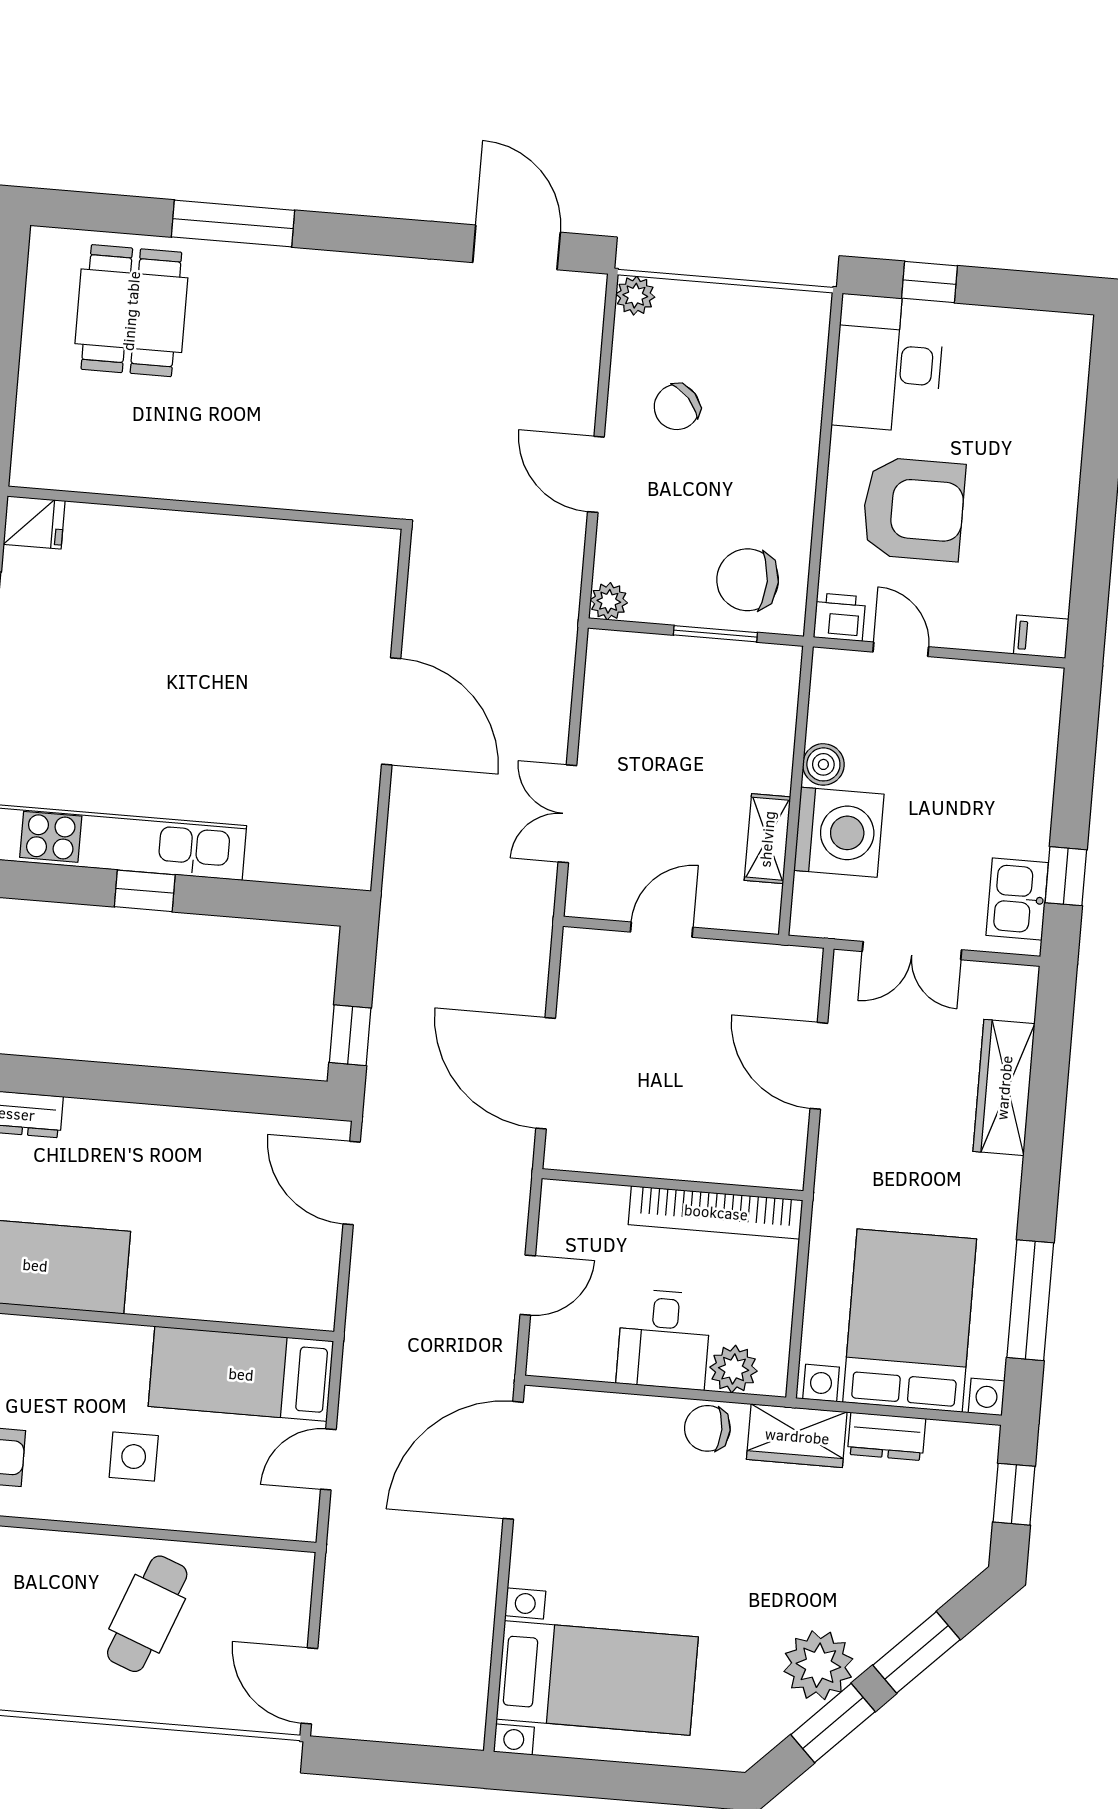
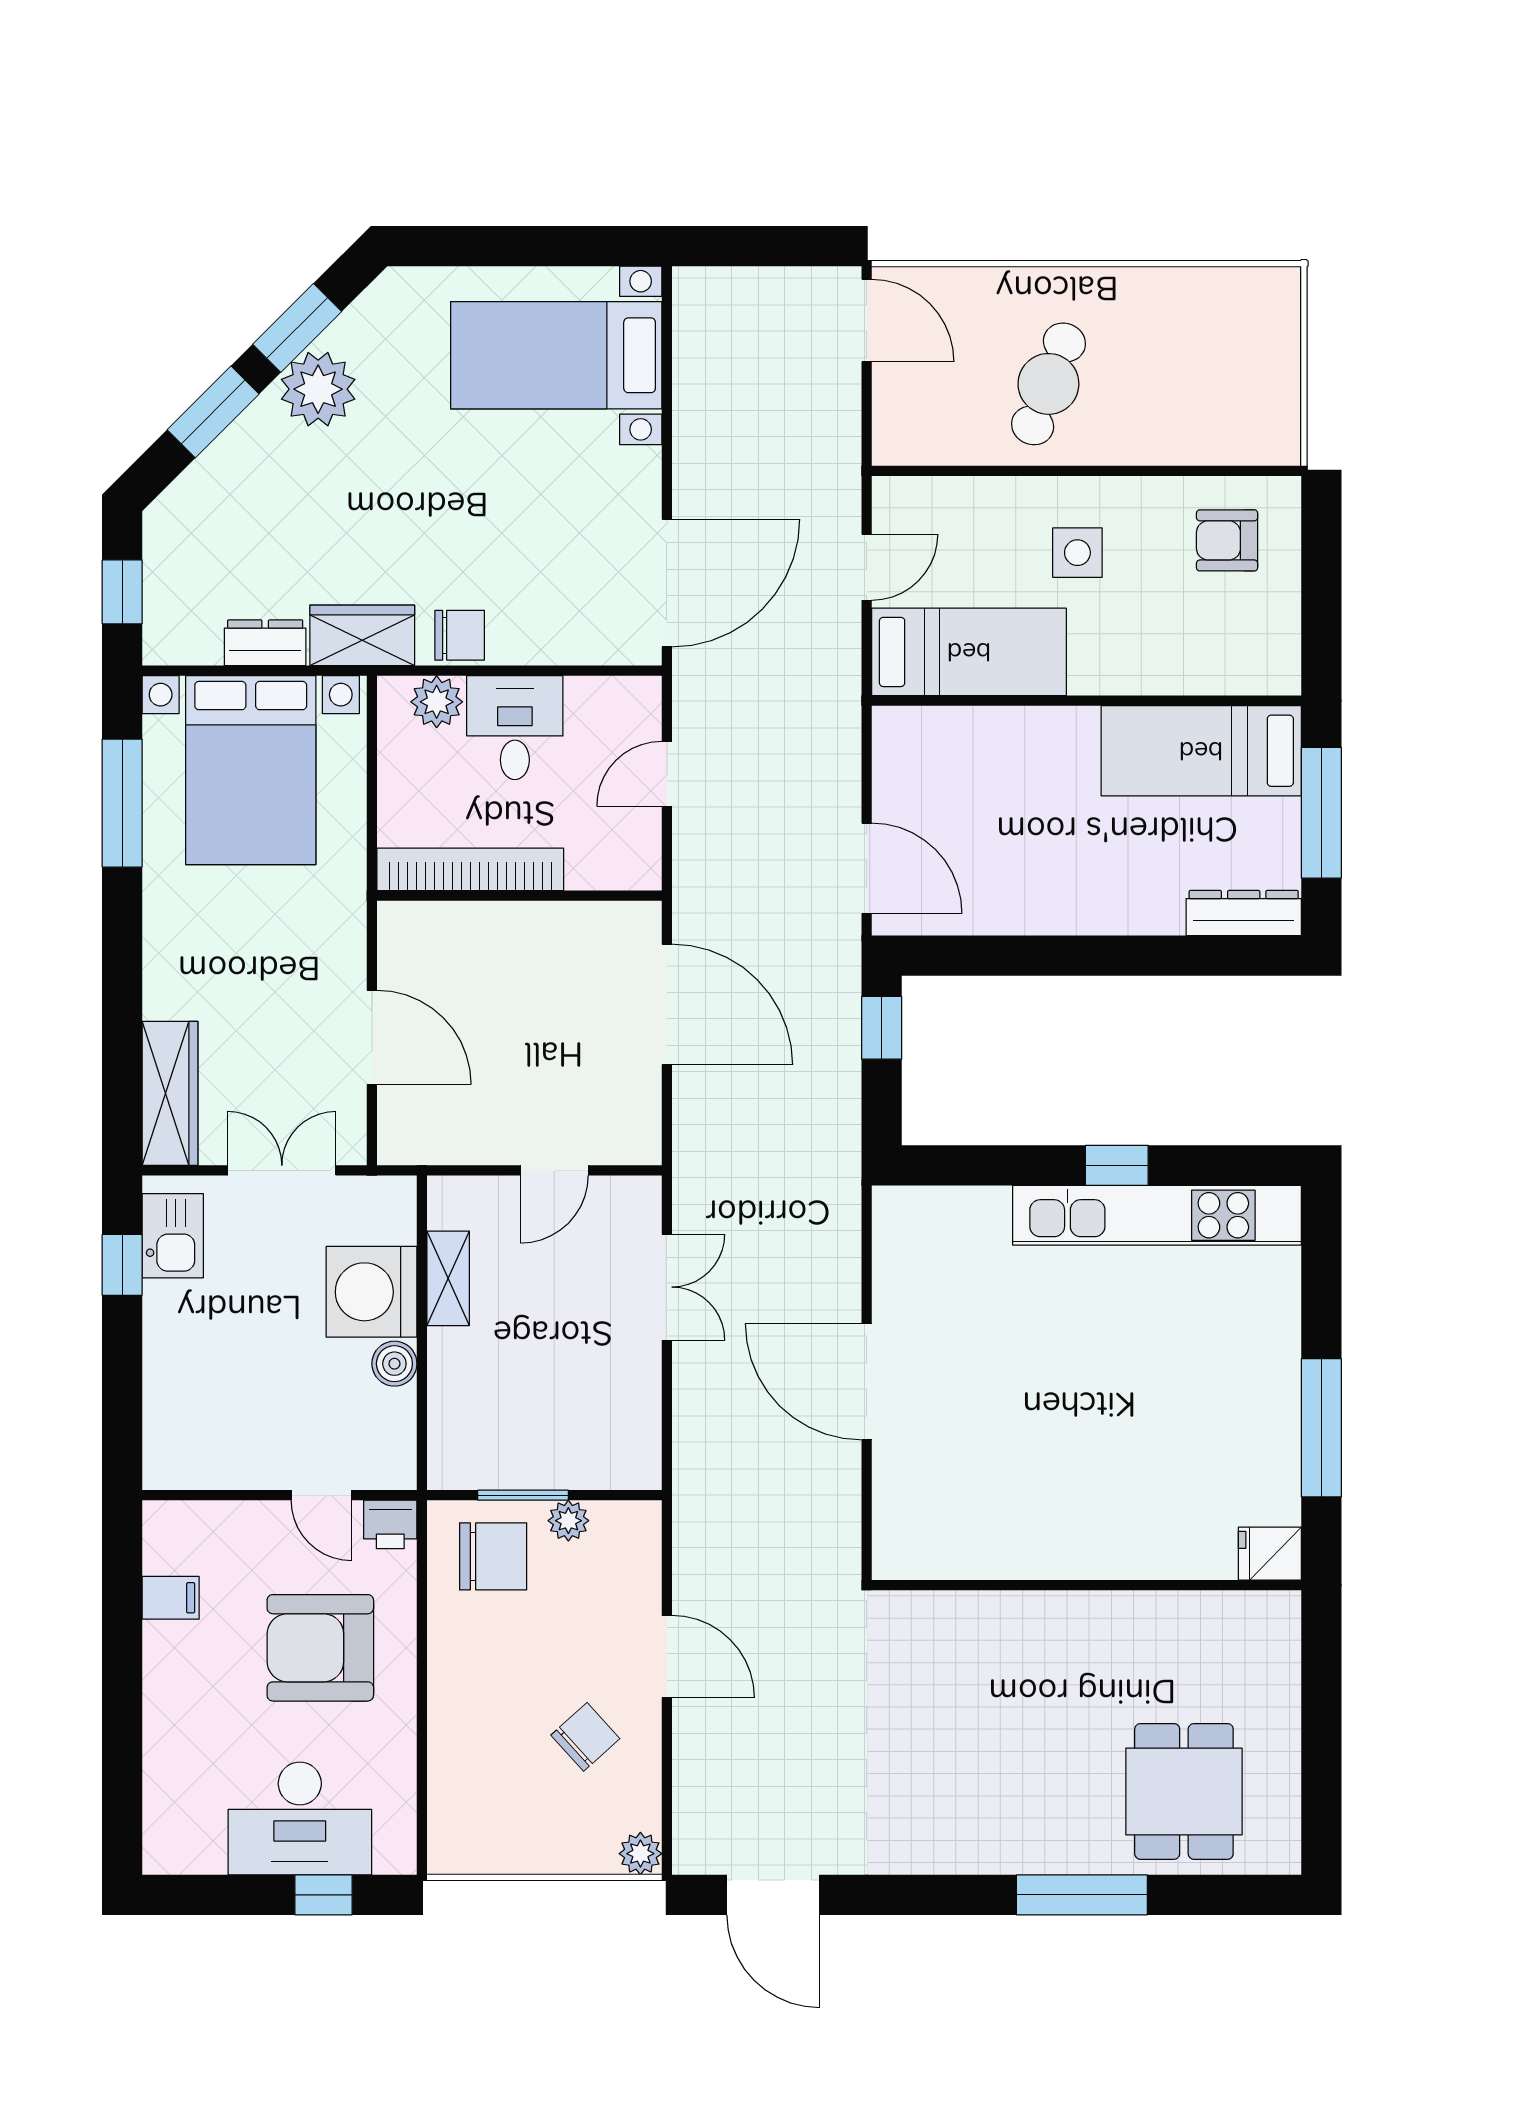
desk: (888, 363) -> (300, 1819), moved, turned 90
plant: (609, 601) -> (568, 1521), moved
filing cabinet: (1041, 637) -> (171, 1598), moved
wardrobe: (1004, 1088) -> (170, 1093), moved

